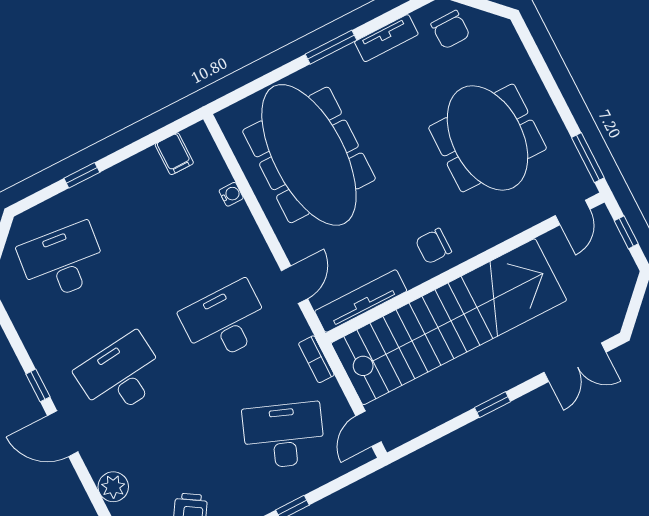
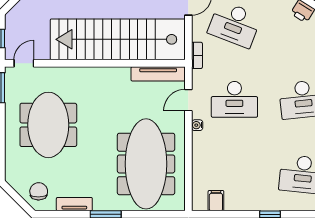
water cooler: (231, 194) -> (197, 125), moved
chair: (433, 246) -> (105, 83), removed

